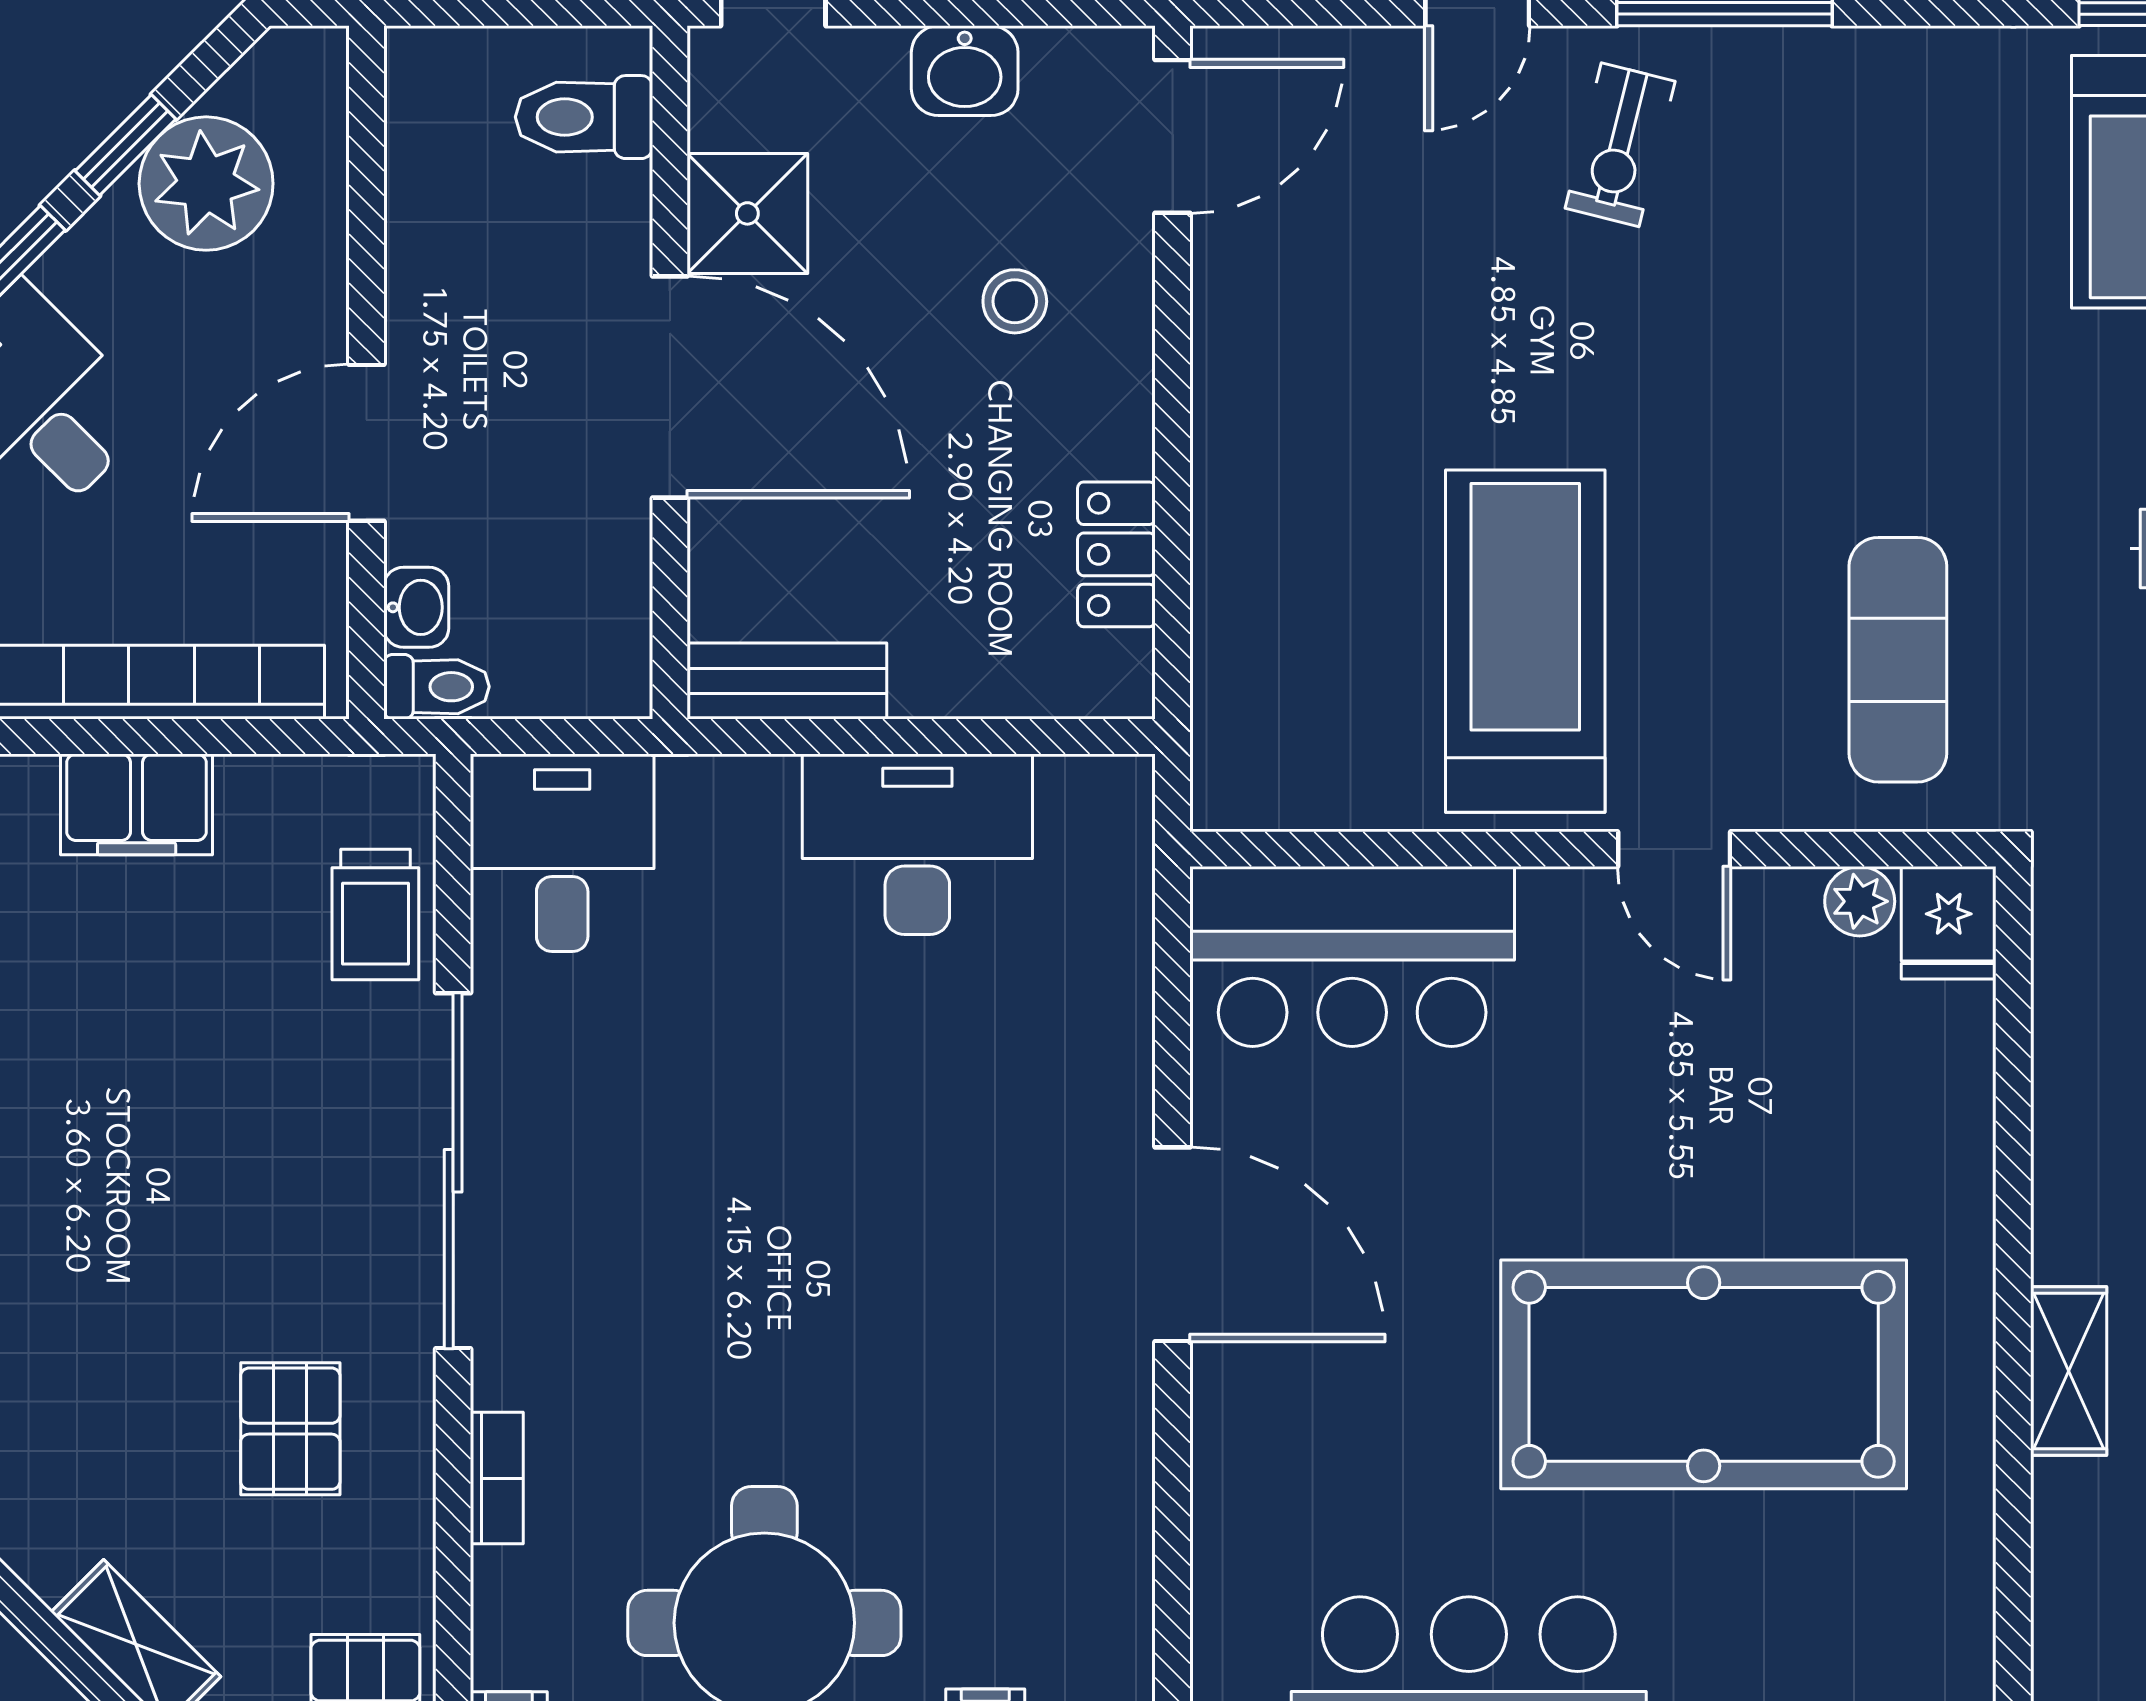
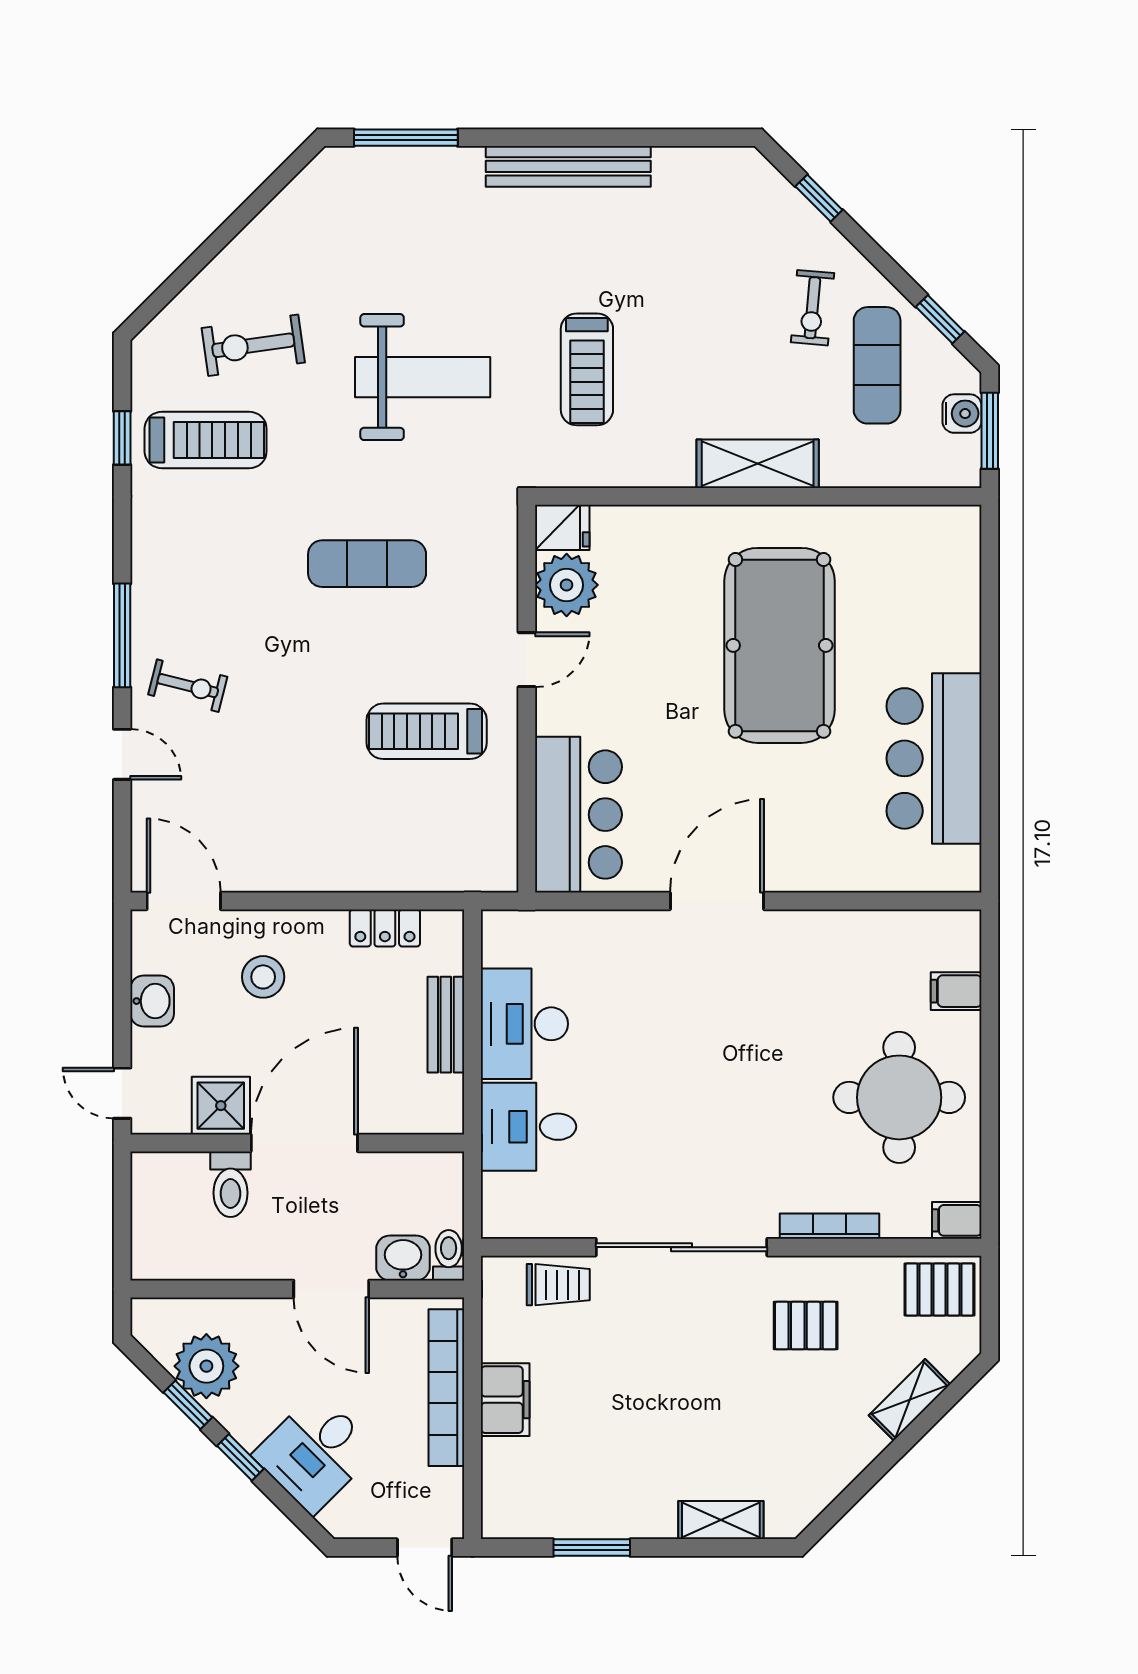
toilet: (584, 117) -> (230, 1184), moved
stool: (1015, 301) -> (263, 977), width x1.37, depth x1.37
washbasin: (416, 607) -> (403, 1258), width x1.38, depth x1.45
treadmill: (1525, 641) -> (427, 731), width x0.73, depth x0.73
exercise mat: (1898, 660) -> (367, 564), moved
bench: (787, 681) -> (446, 1025), moved
desk: (562, 853) -> (528, 1127), moved
plant: (1860, 901) -> (567, 585), width x1.88, depth x1.88
shelving: (2069, 1371) -> (758, 464), width x1.50, depth x1.33
bookcase: (497, 1478) -> (829, 1226), width x1.56

